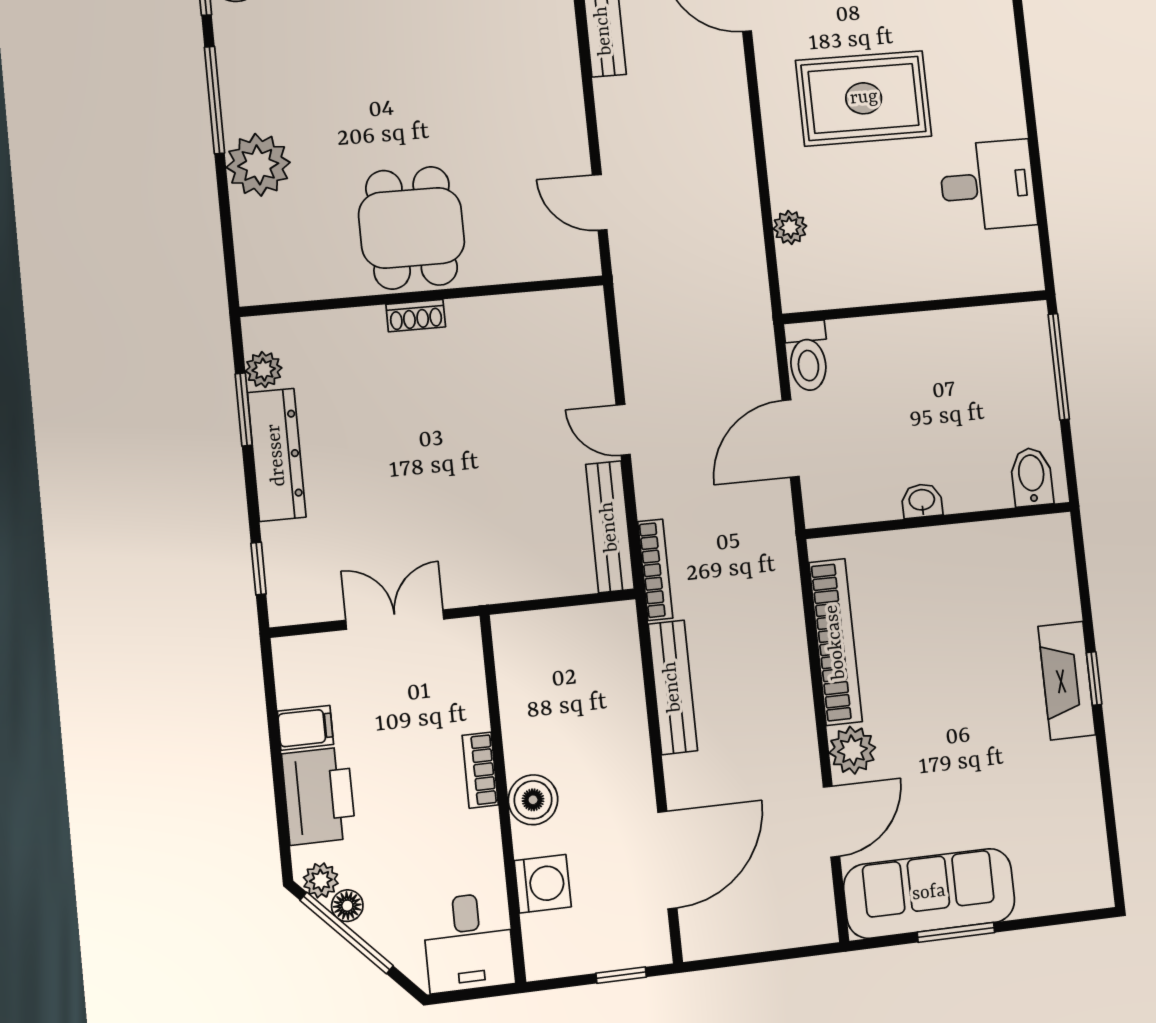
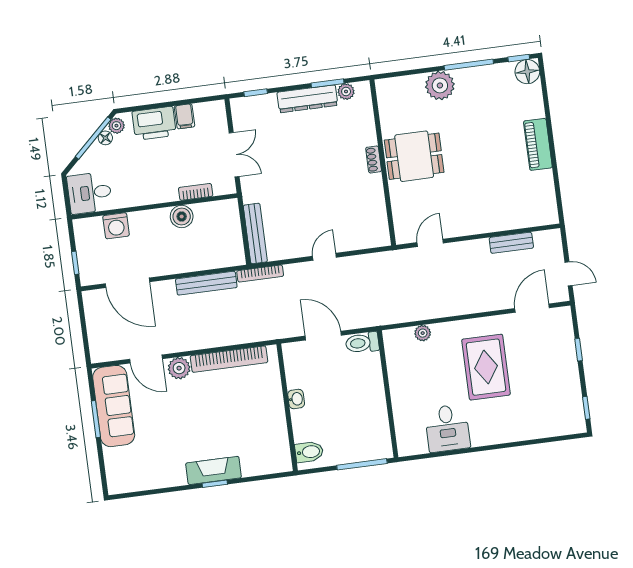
bench: (610, 527) -> (255, 234), moved, turned 90
bookcase: (480, 770) -> (196, 192), moved
boiler: (533, 800) -> (182, 217), moved

